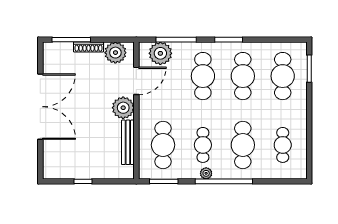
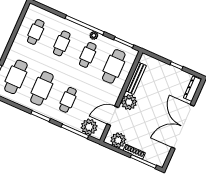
cafe table: (203, 76) -> (68, 100), width x0.73, depth x0.74
cafe table: (243, 145) -> (62, 43), width x0.73, depth x0.74
dresser: (49, 161) -> (193, 89), added

